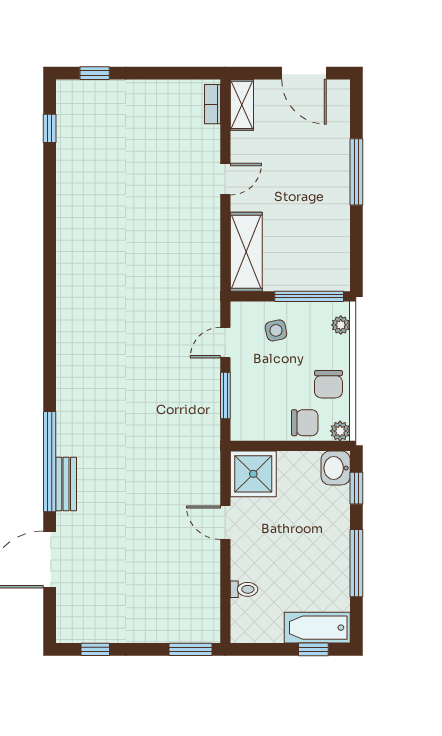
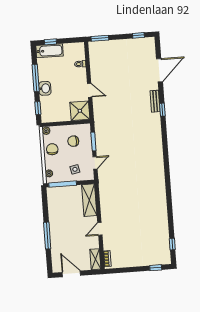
chair: (305, 423) -> (73, 141), moved
window: (50, 462) -> (162, 110), width x0.32
washbasin: (336, 468) -> (45, 88), moved

